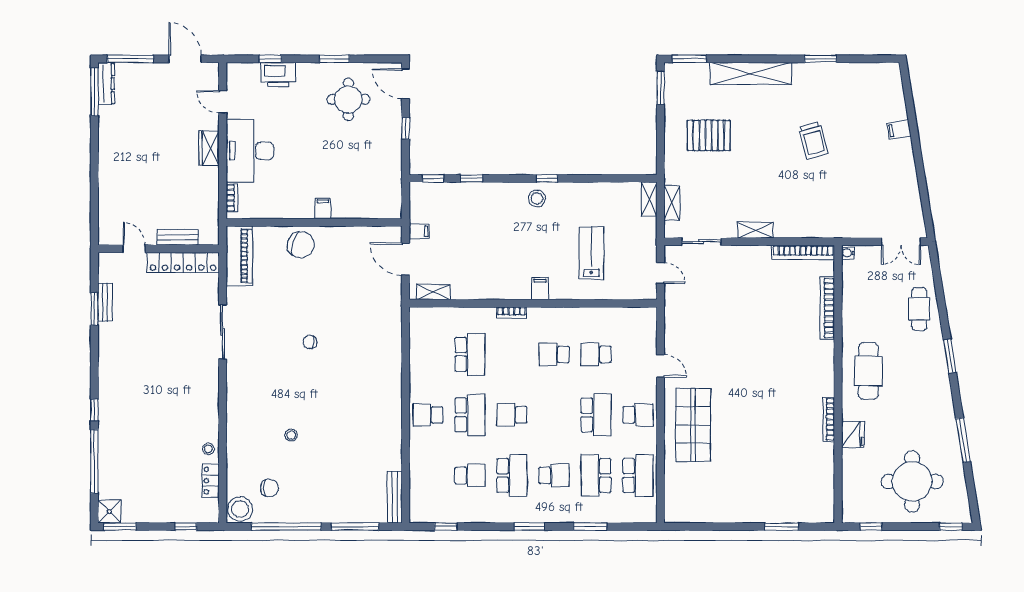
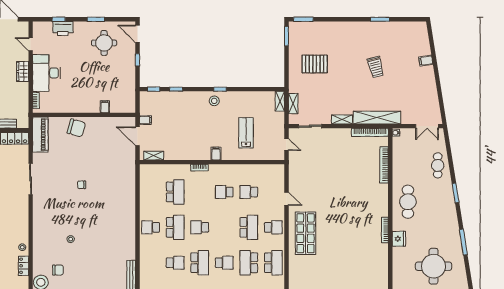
shelving: (751, 73) -> (377, 118), moved
filing cabinet: (323, 208) -> (105, 107), moved

